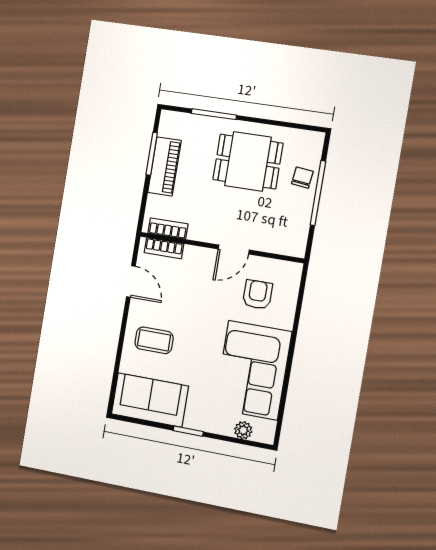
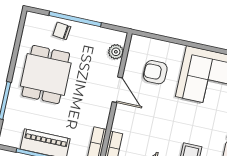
plant: (280, 245) -> (116, 52), added

